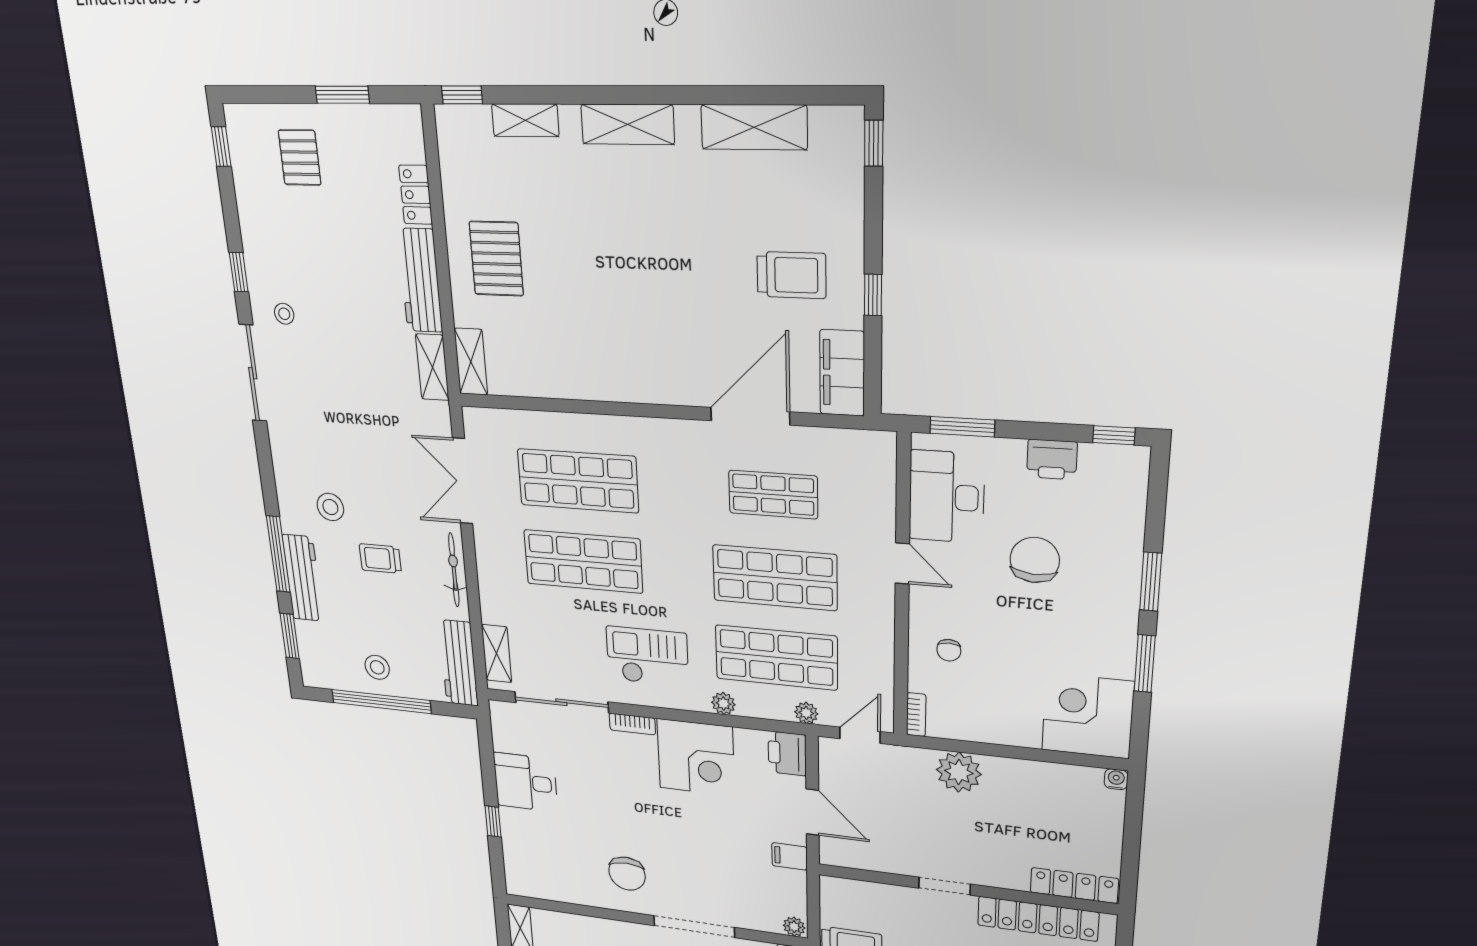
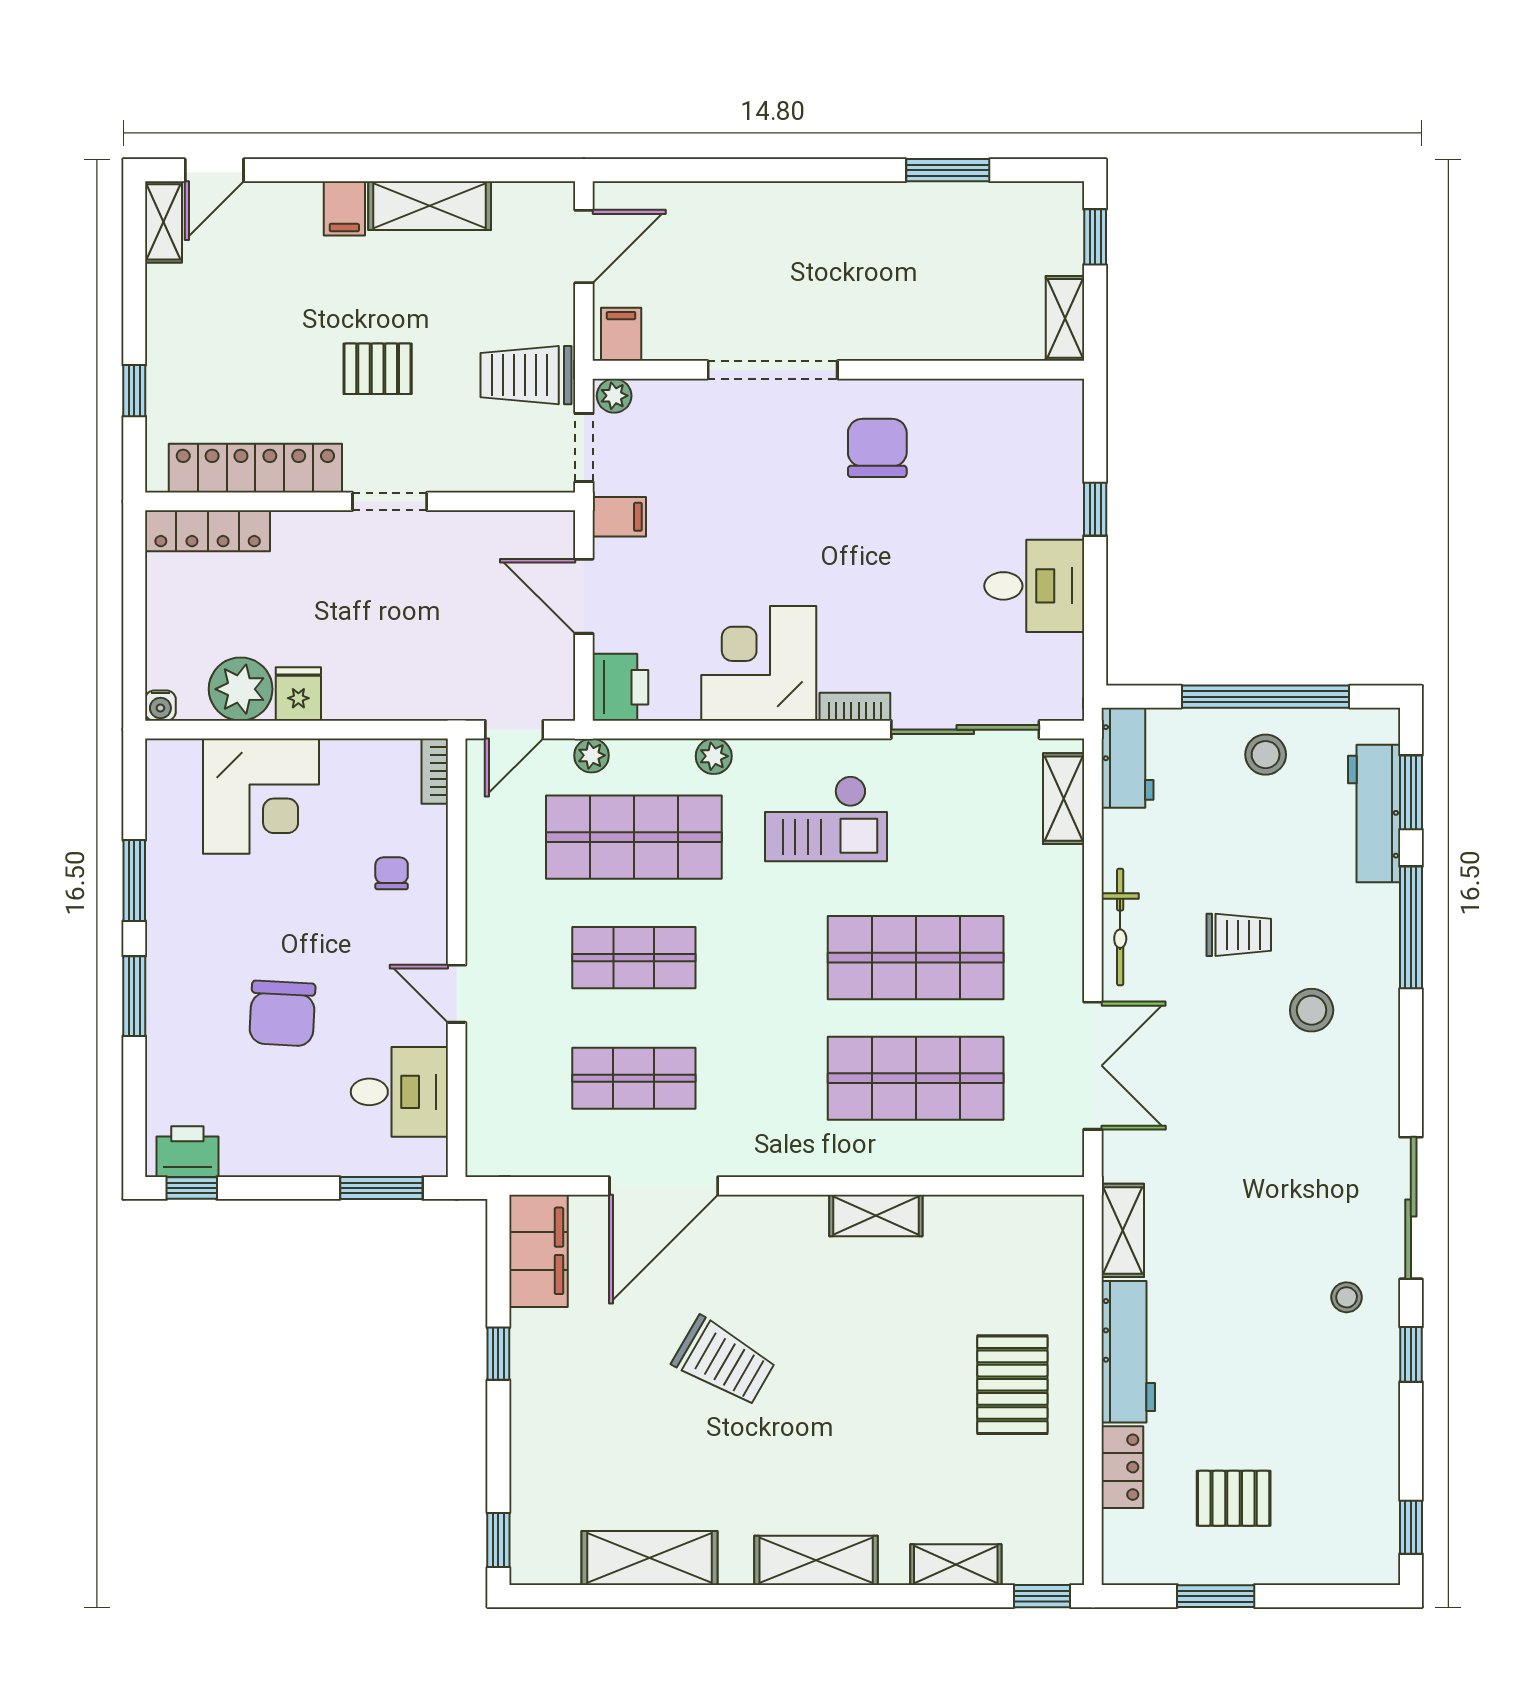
pallet: (300, 158) -> (1234, 1498), moved, turned 90
trolley: (791, 275) -> (724, 1361), moved, turned -150
shelving: (471, 362) -> (876, 1216), moved, turned 90
printer: (1052, 459) -> (187, 1152), moved
desk: (947, 497) -> (399, 1092), width x0.73
workbench: (303, 578) -> (1374, 814), moved
shop shelf: (775, 578) -> (634, 958), width x0.70, depth x0.74
workbench: (458, 663) -> (1128, 758), width x0.73
corner desk: (1088, 716) -> (261, 796), moved
plant: (959, 772) -> (241, 689), moved
fridge: (1013, 775) -> (298, 694), added
doorway: (813, 900) -> (584, 448), added

